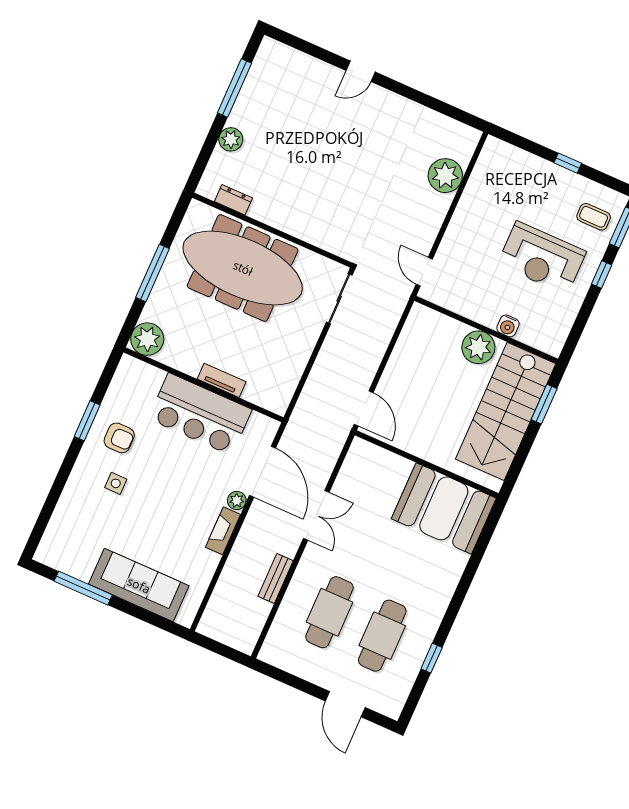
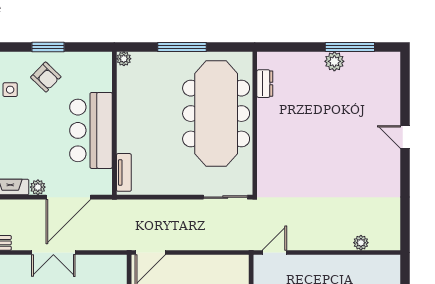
plant: (231, 139) -> (334, 61), moved
plant: (445, 176) -> (361, 243), width x0.53, depth x0.53
plant: (147, 339) -> (124, 59), width x0.53, depth x0.53
tv unit: (222, 380) -> (124, 172), moved
armchair: (119, 438) -> (46, 77), turned -46

